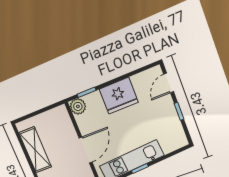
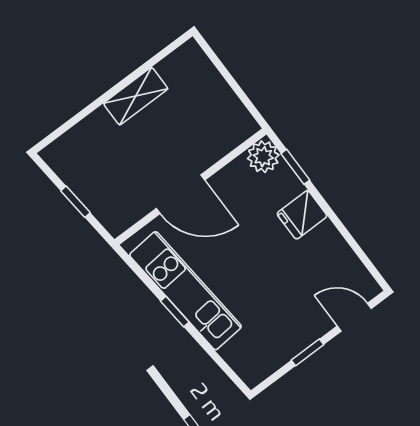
fridge: (119, 96) -> (302, 215), width x0.53, depth x0.75
shelving: (35, 150) -> (136, 96), width x0.67, depth x0.75

